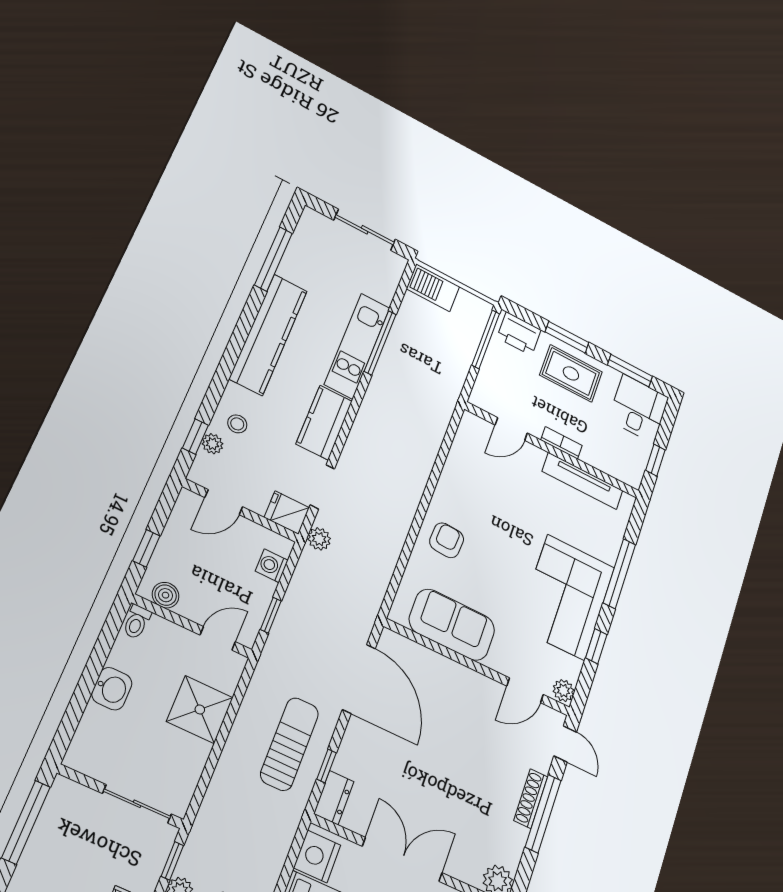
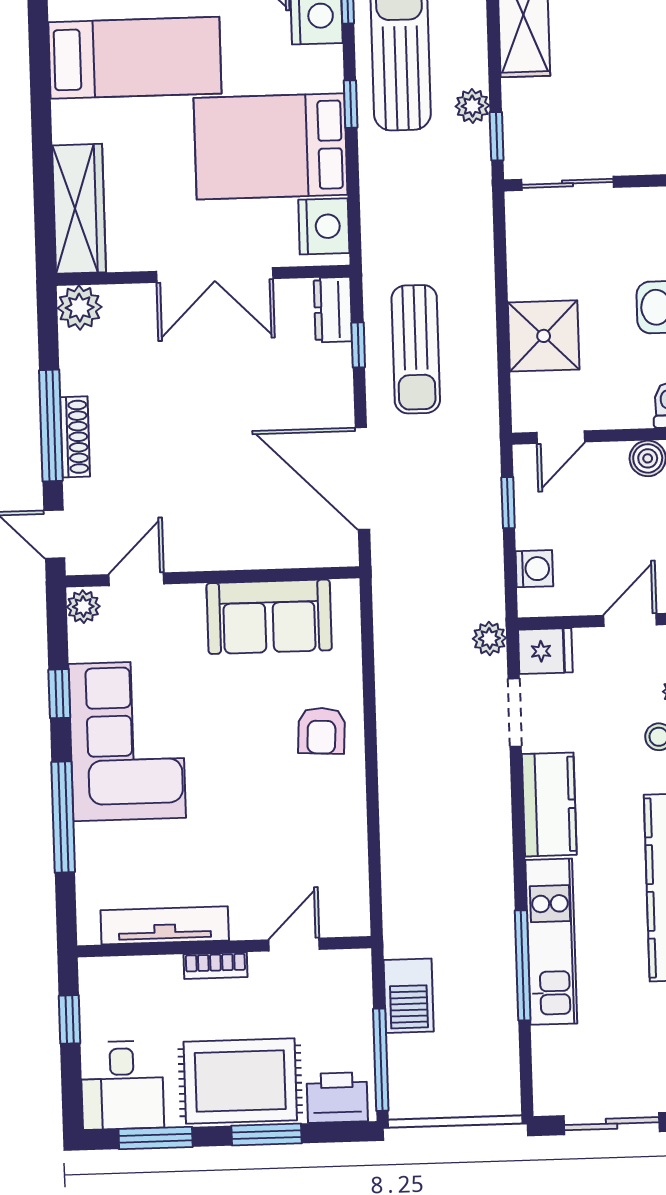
barbecue: (433, 288) -> (409, 996), moved, turned 90
rug: (571, 373) -> (240, 1081), width x1.36, depth x1.43

